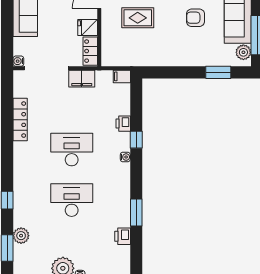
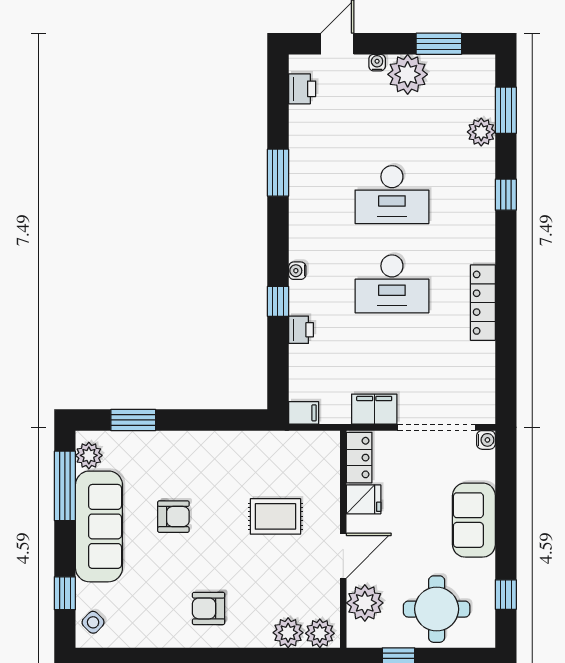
locker: (20, 120) -> (483, 303), moved
printer: (123, 236) -> (302, 89), moved

